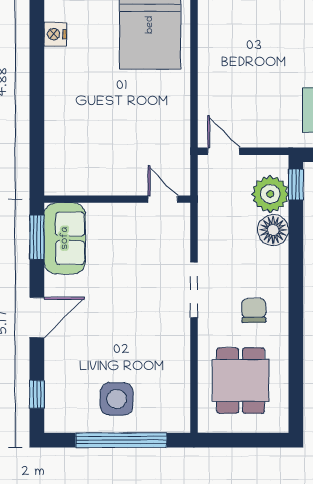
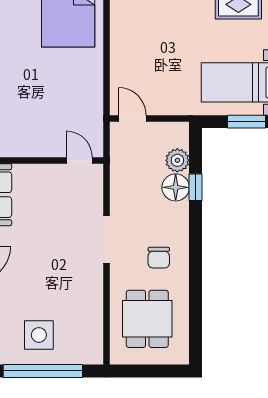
window: (296, 184) -> (196, 187), moved
plant: (270, 194) -> (177, 160), width x0.73, depth x0.73
chair: (254, 311) -> (159, 258), turned 180

